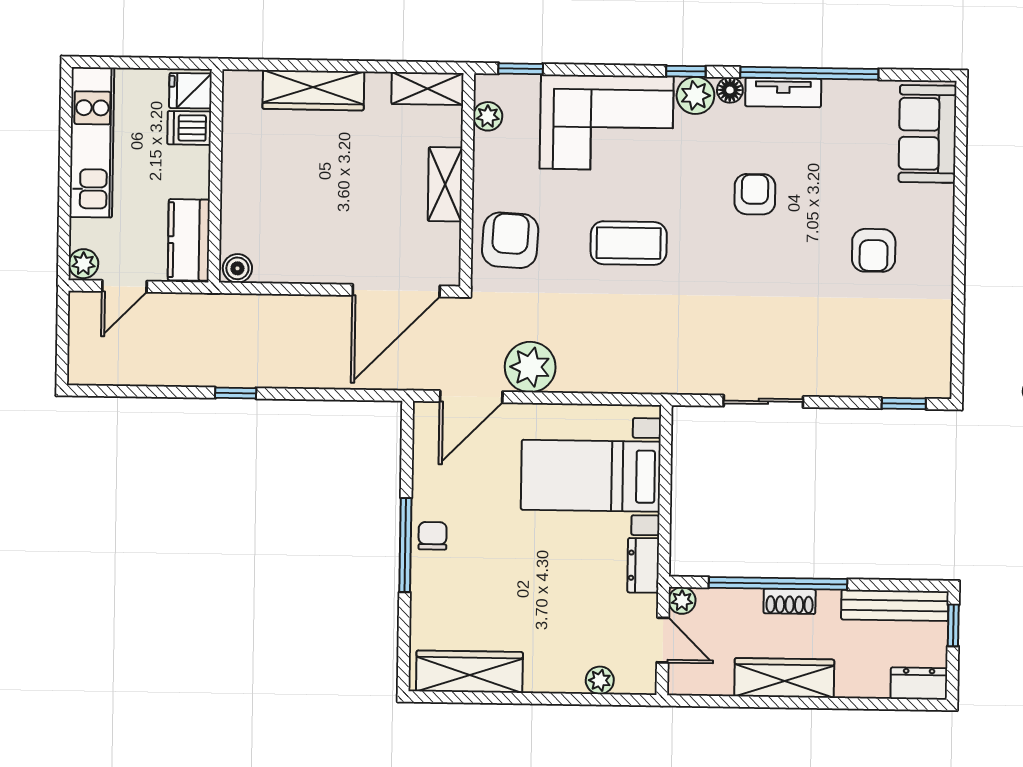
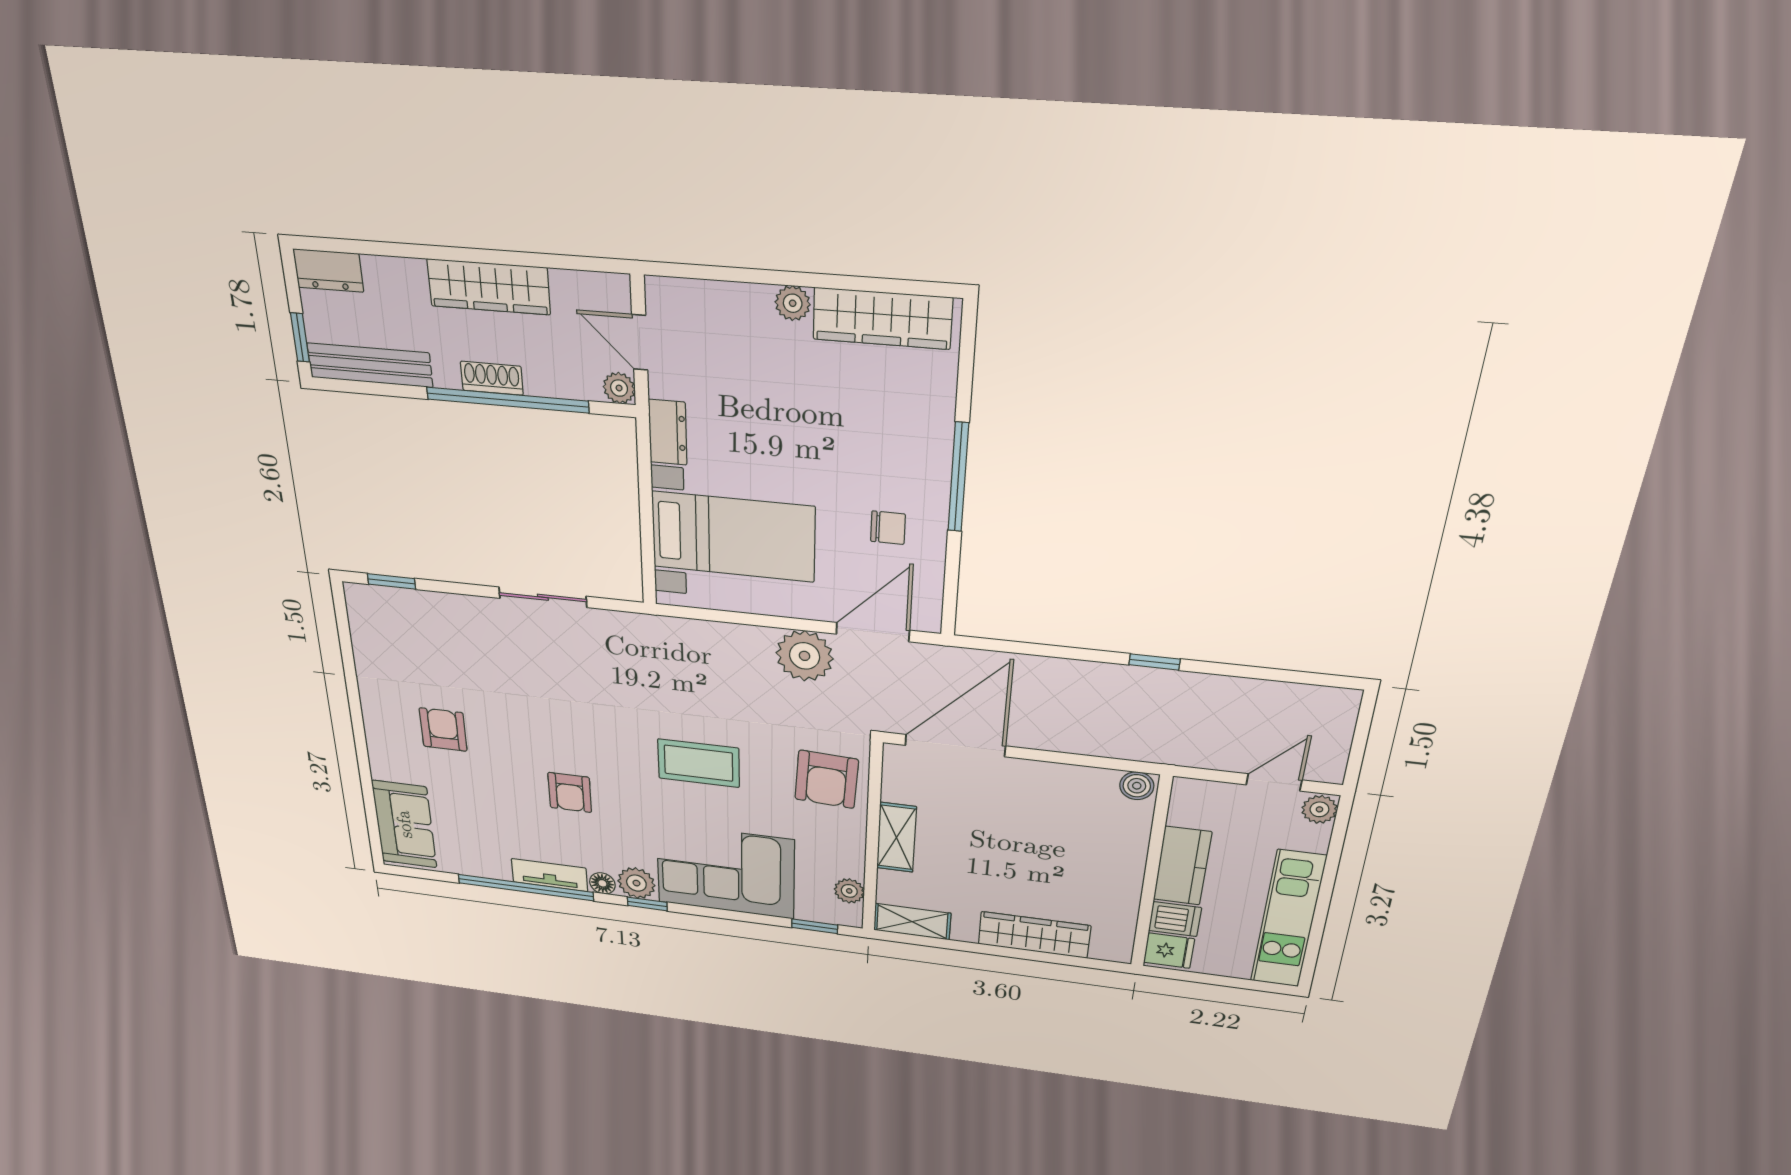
kitchen counter: (189, 240) -> (1182, 866), moved
chair: (433, 536) -> (888, 528), moved, turned -90
plant: (600, 680) -> (793, 303), moved

